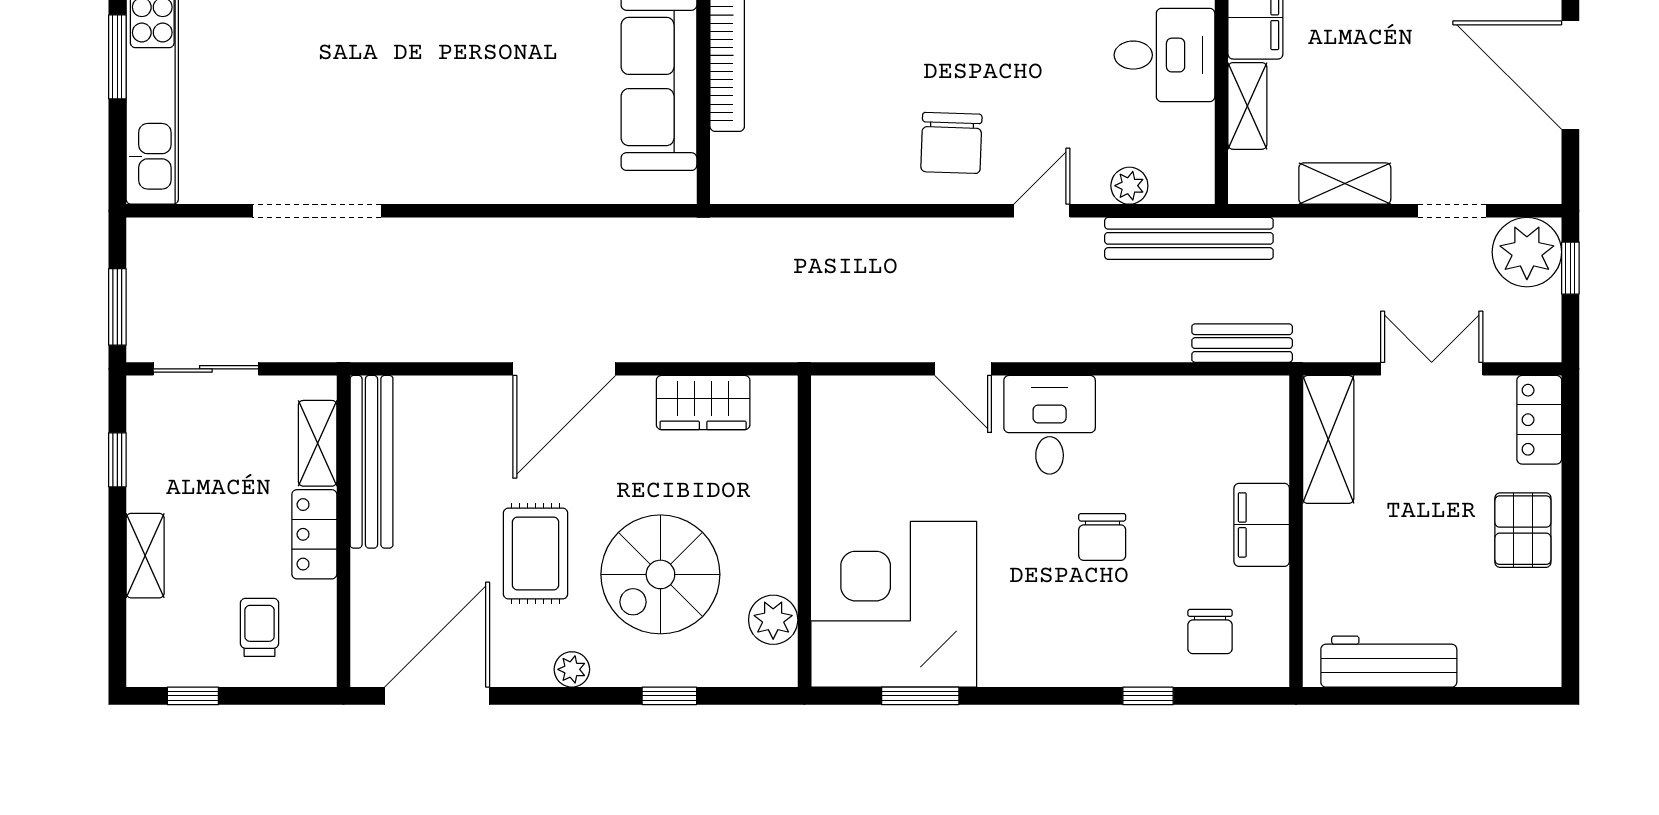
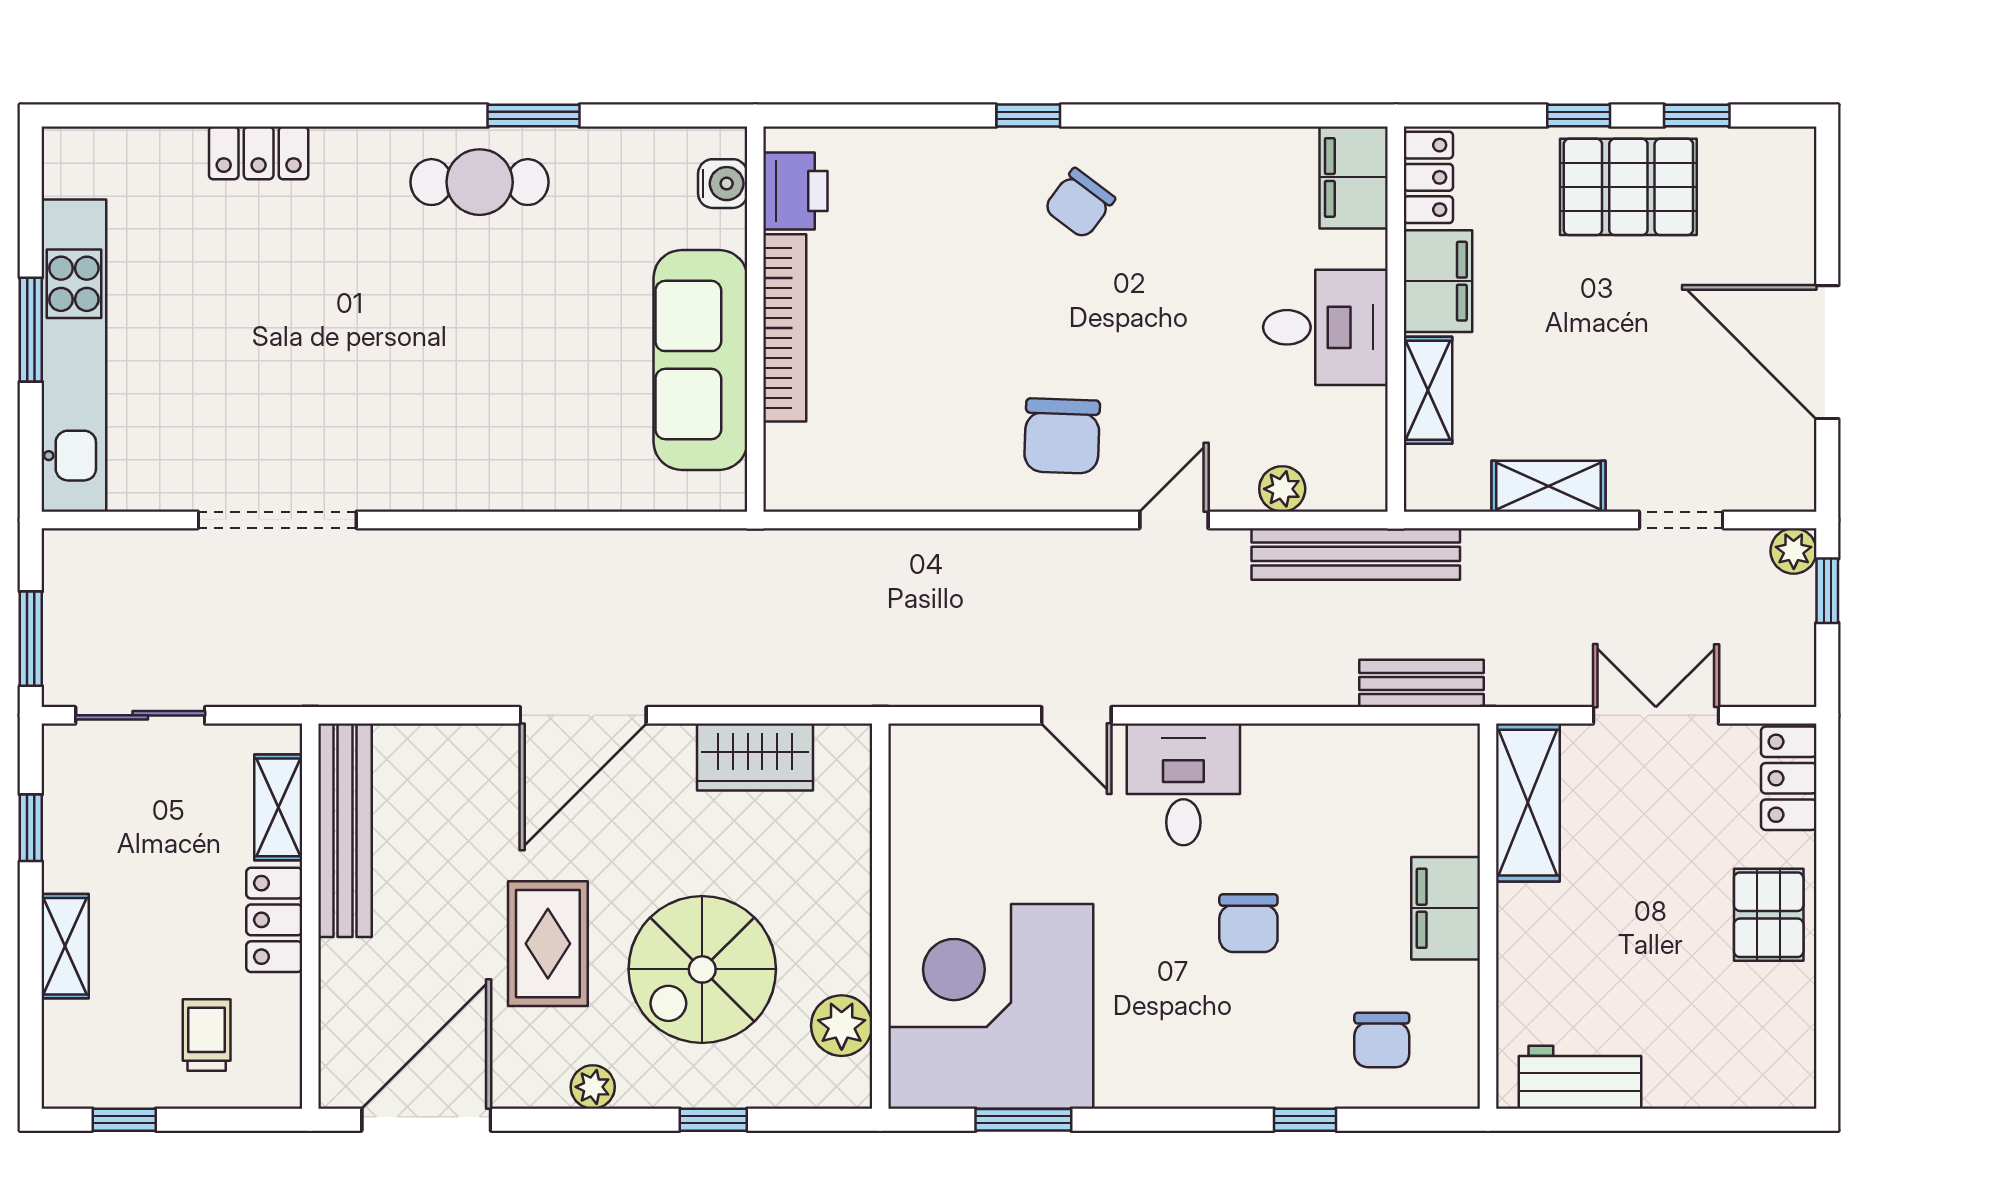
plant: (1527, 252) -> (1794, 551), width x0.53, depth x0.53
workbench: (1389, 662) -> (1580, 1077), width x0.73

